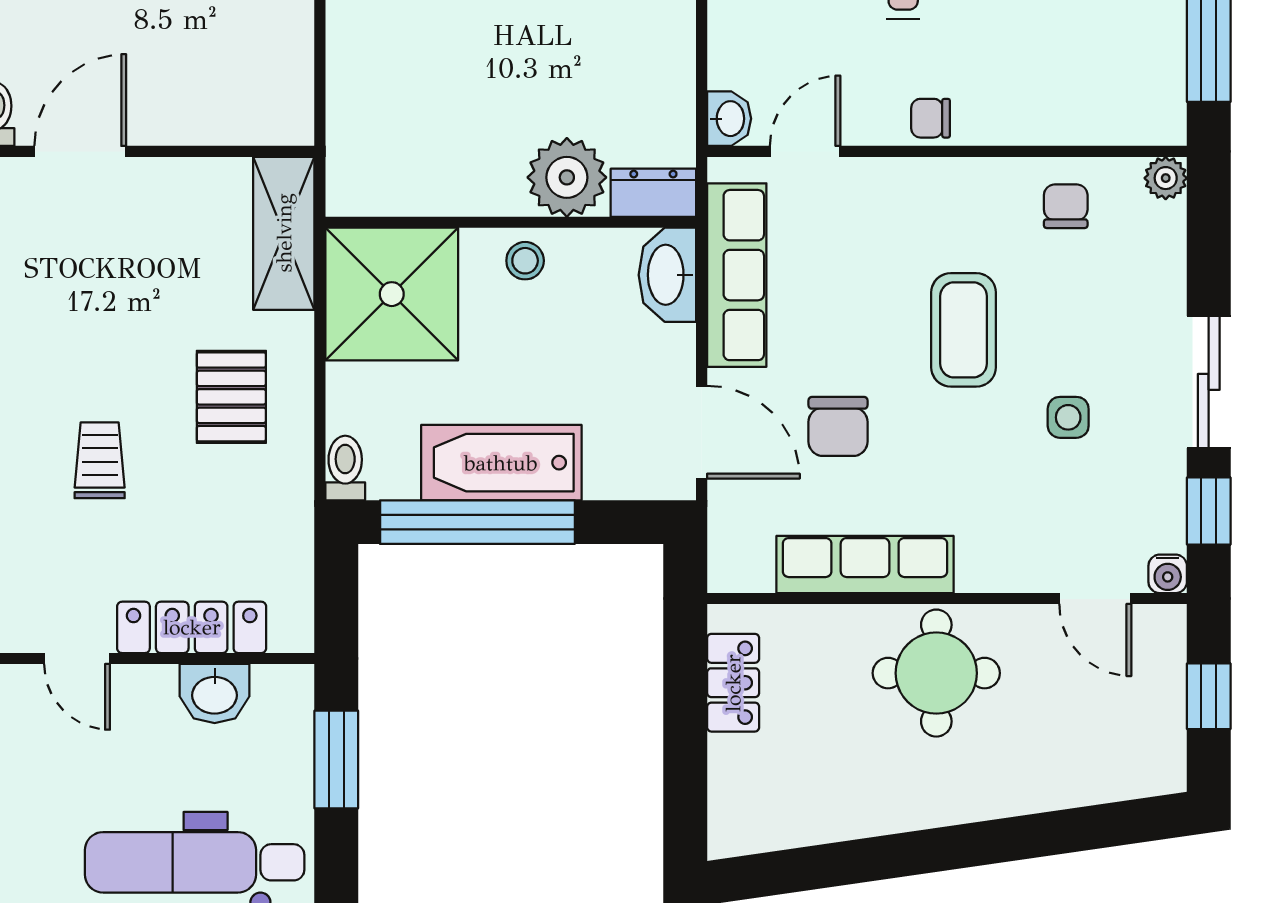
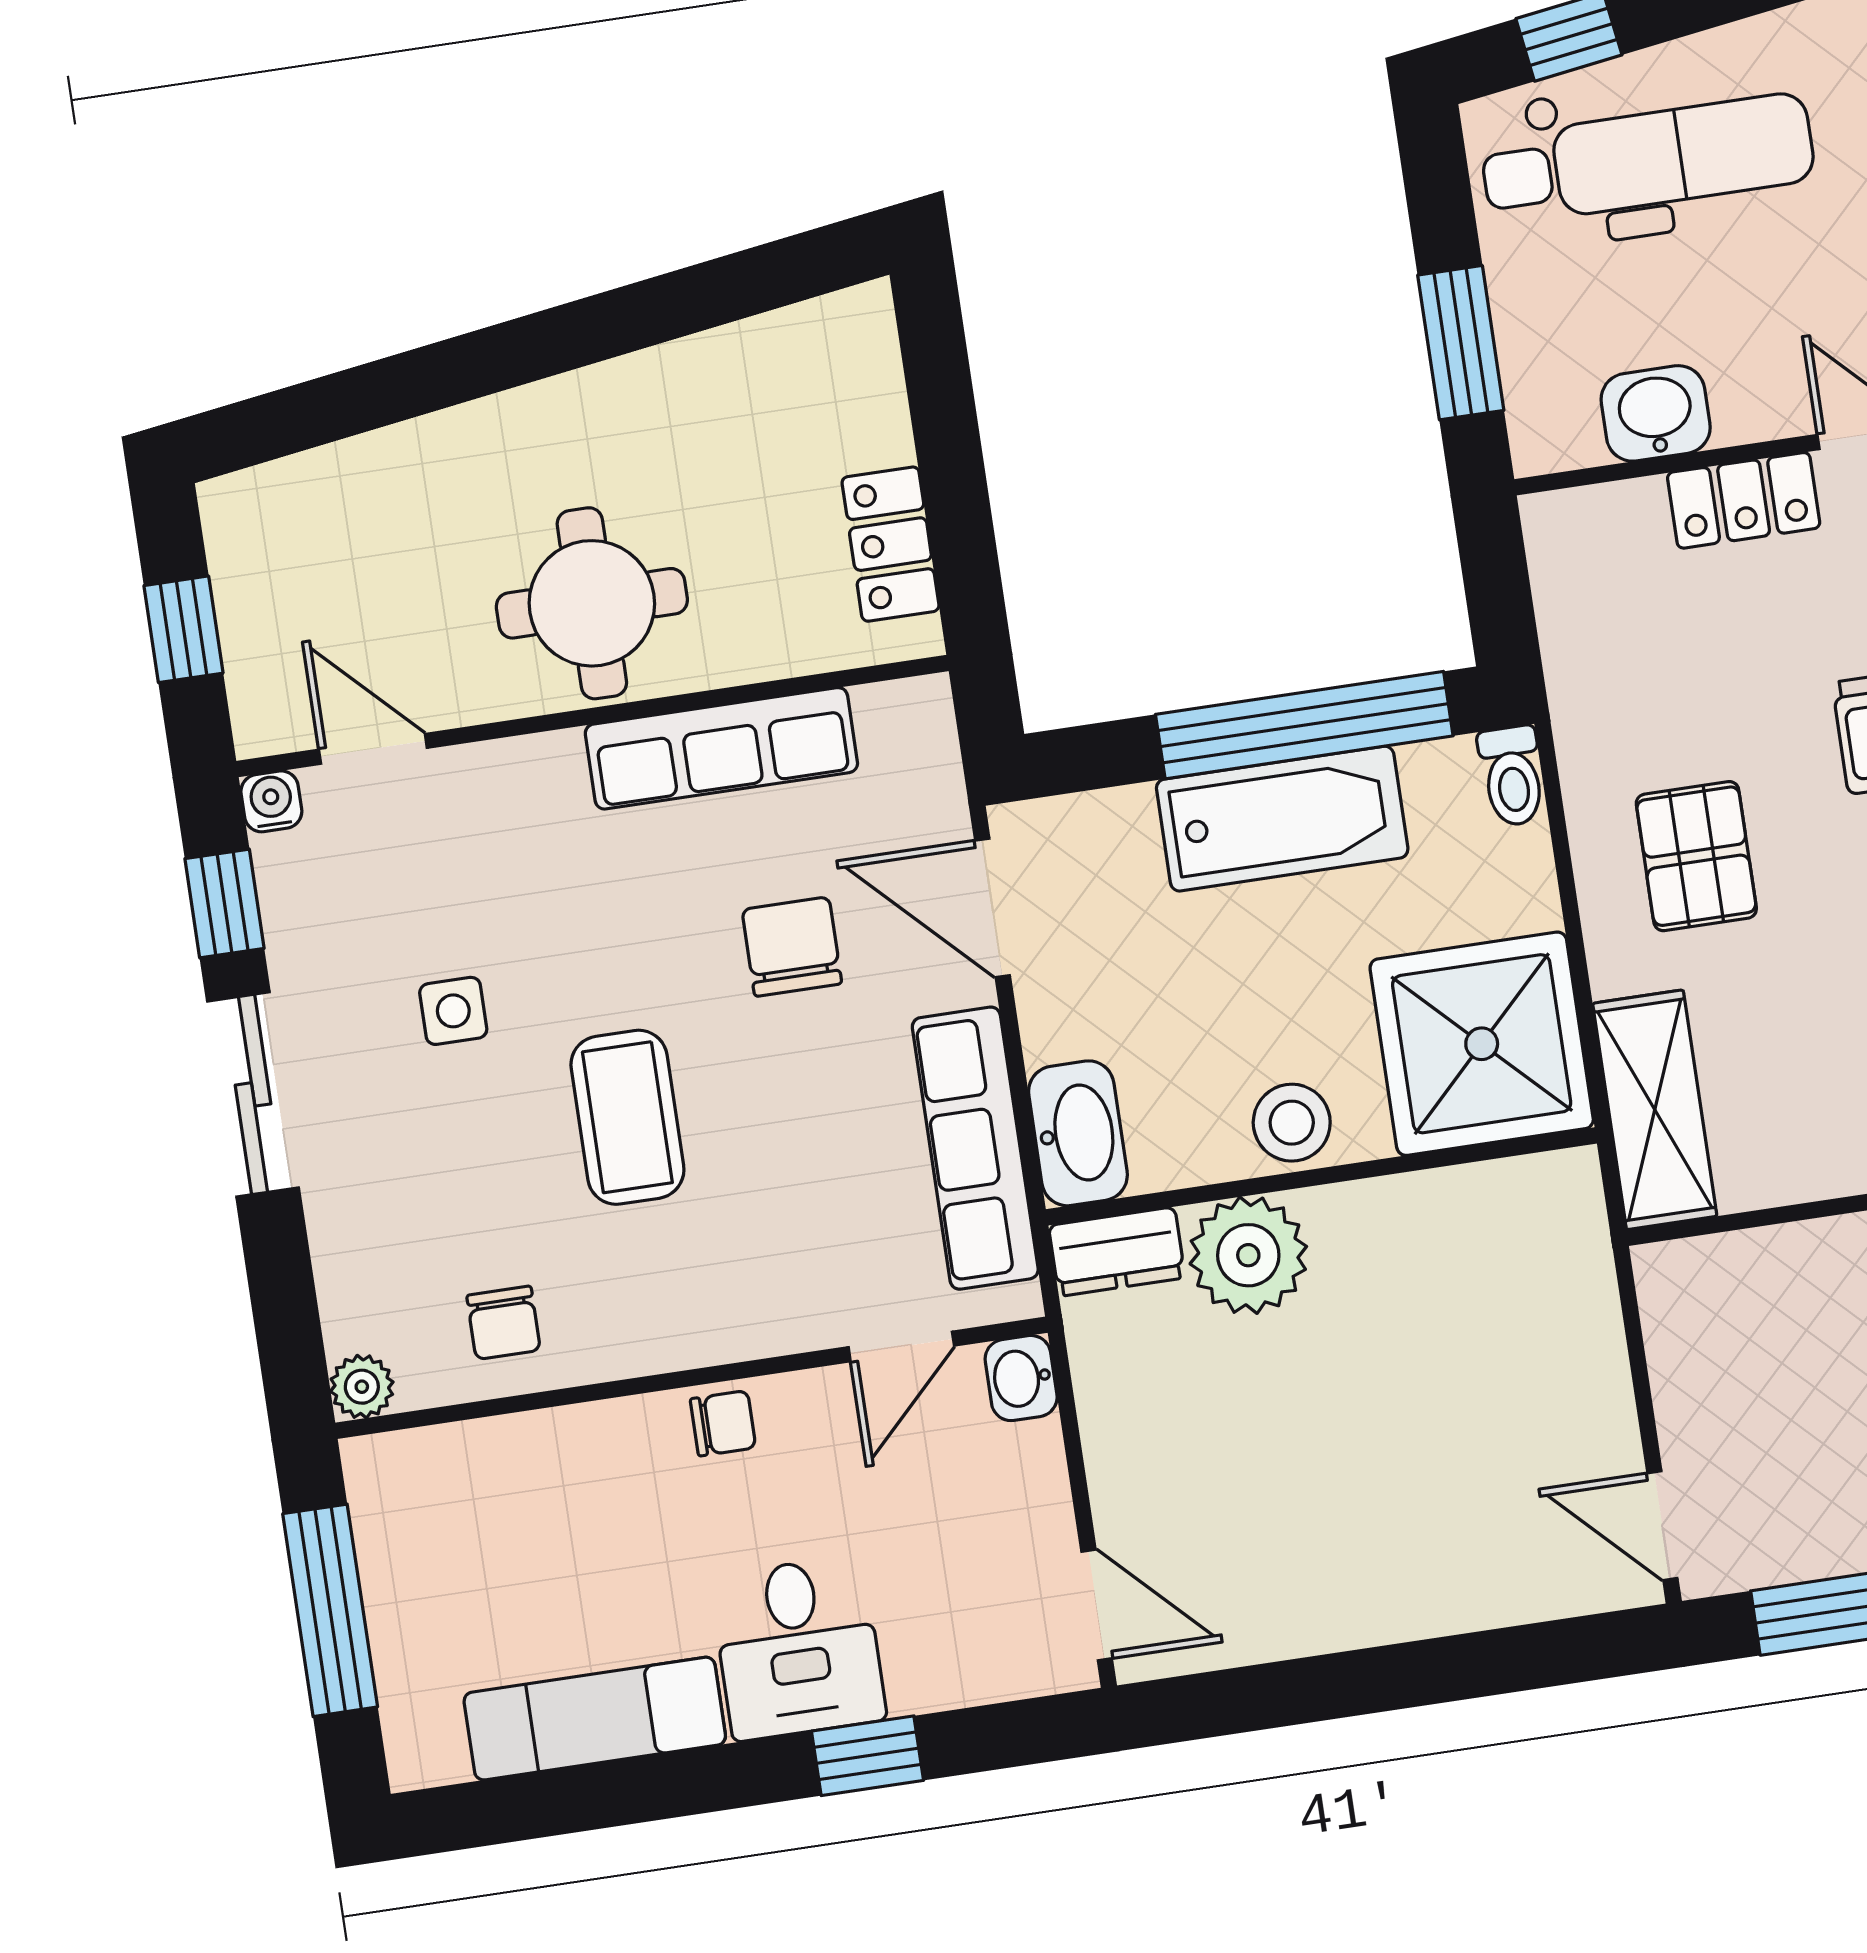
stool: (525, 261) -> (1292, 1123), width x1.37, depth x1.37
locker: (192, 627) -> (1744, 500), width x0.66

